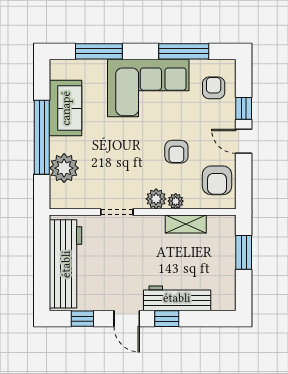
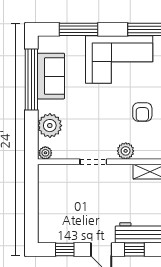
window: (42, 137) -> (31, 79), moved
plant: (176, 201) -> (45, 153), moved
workbench: (66, 264) -> (51, 204), removed

